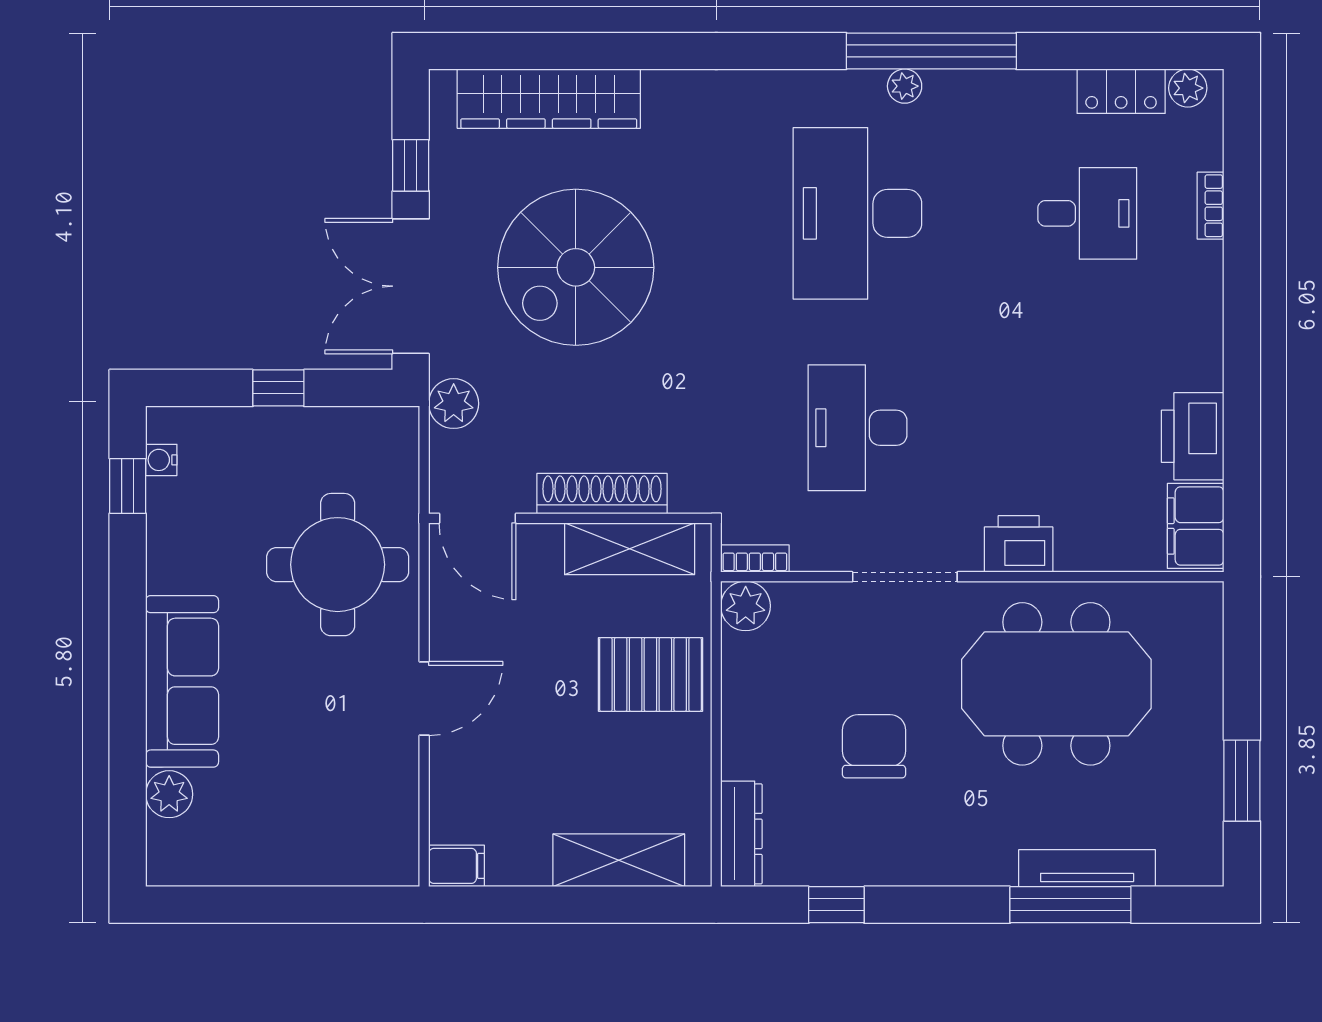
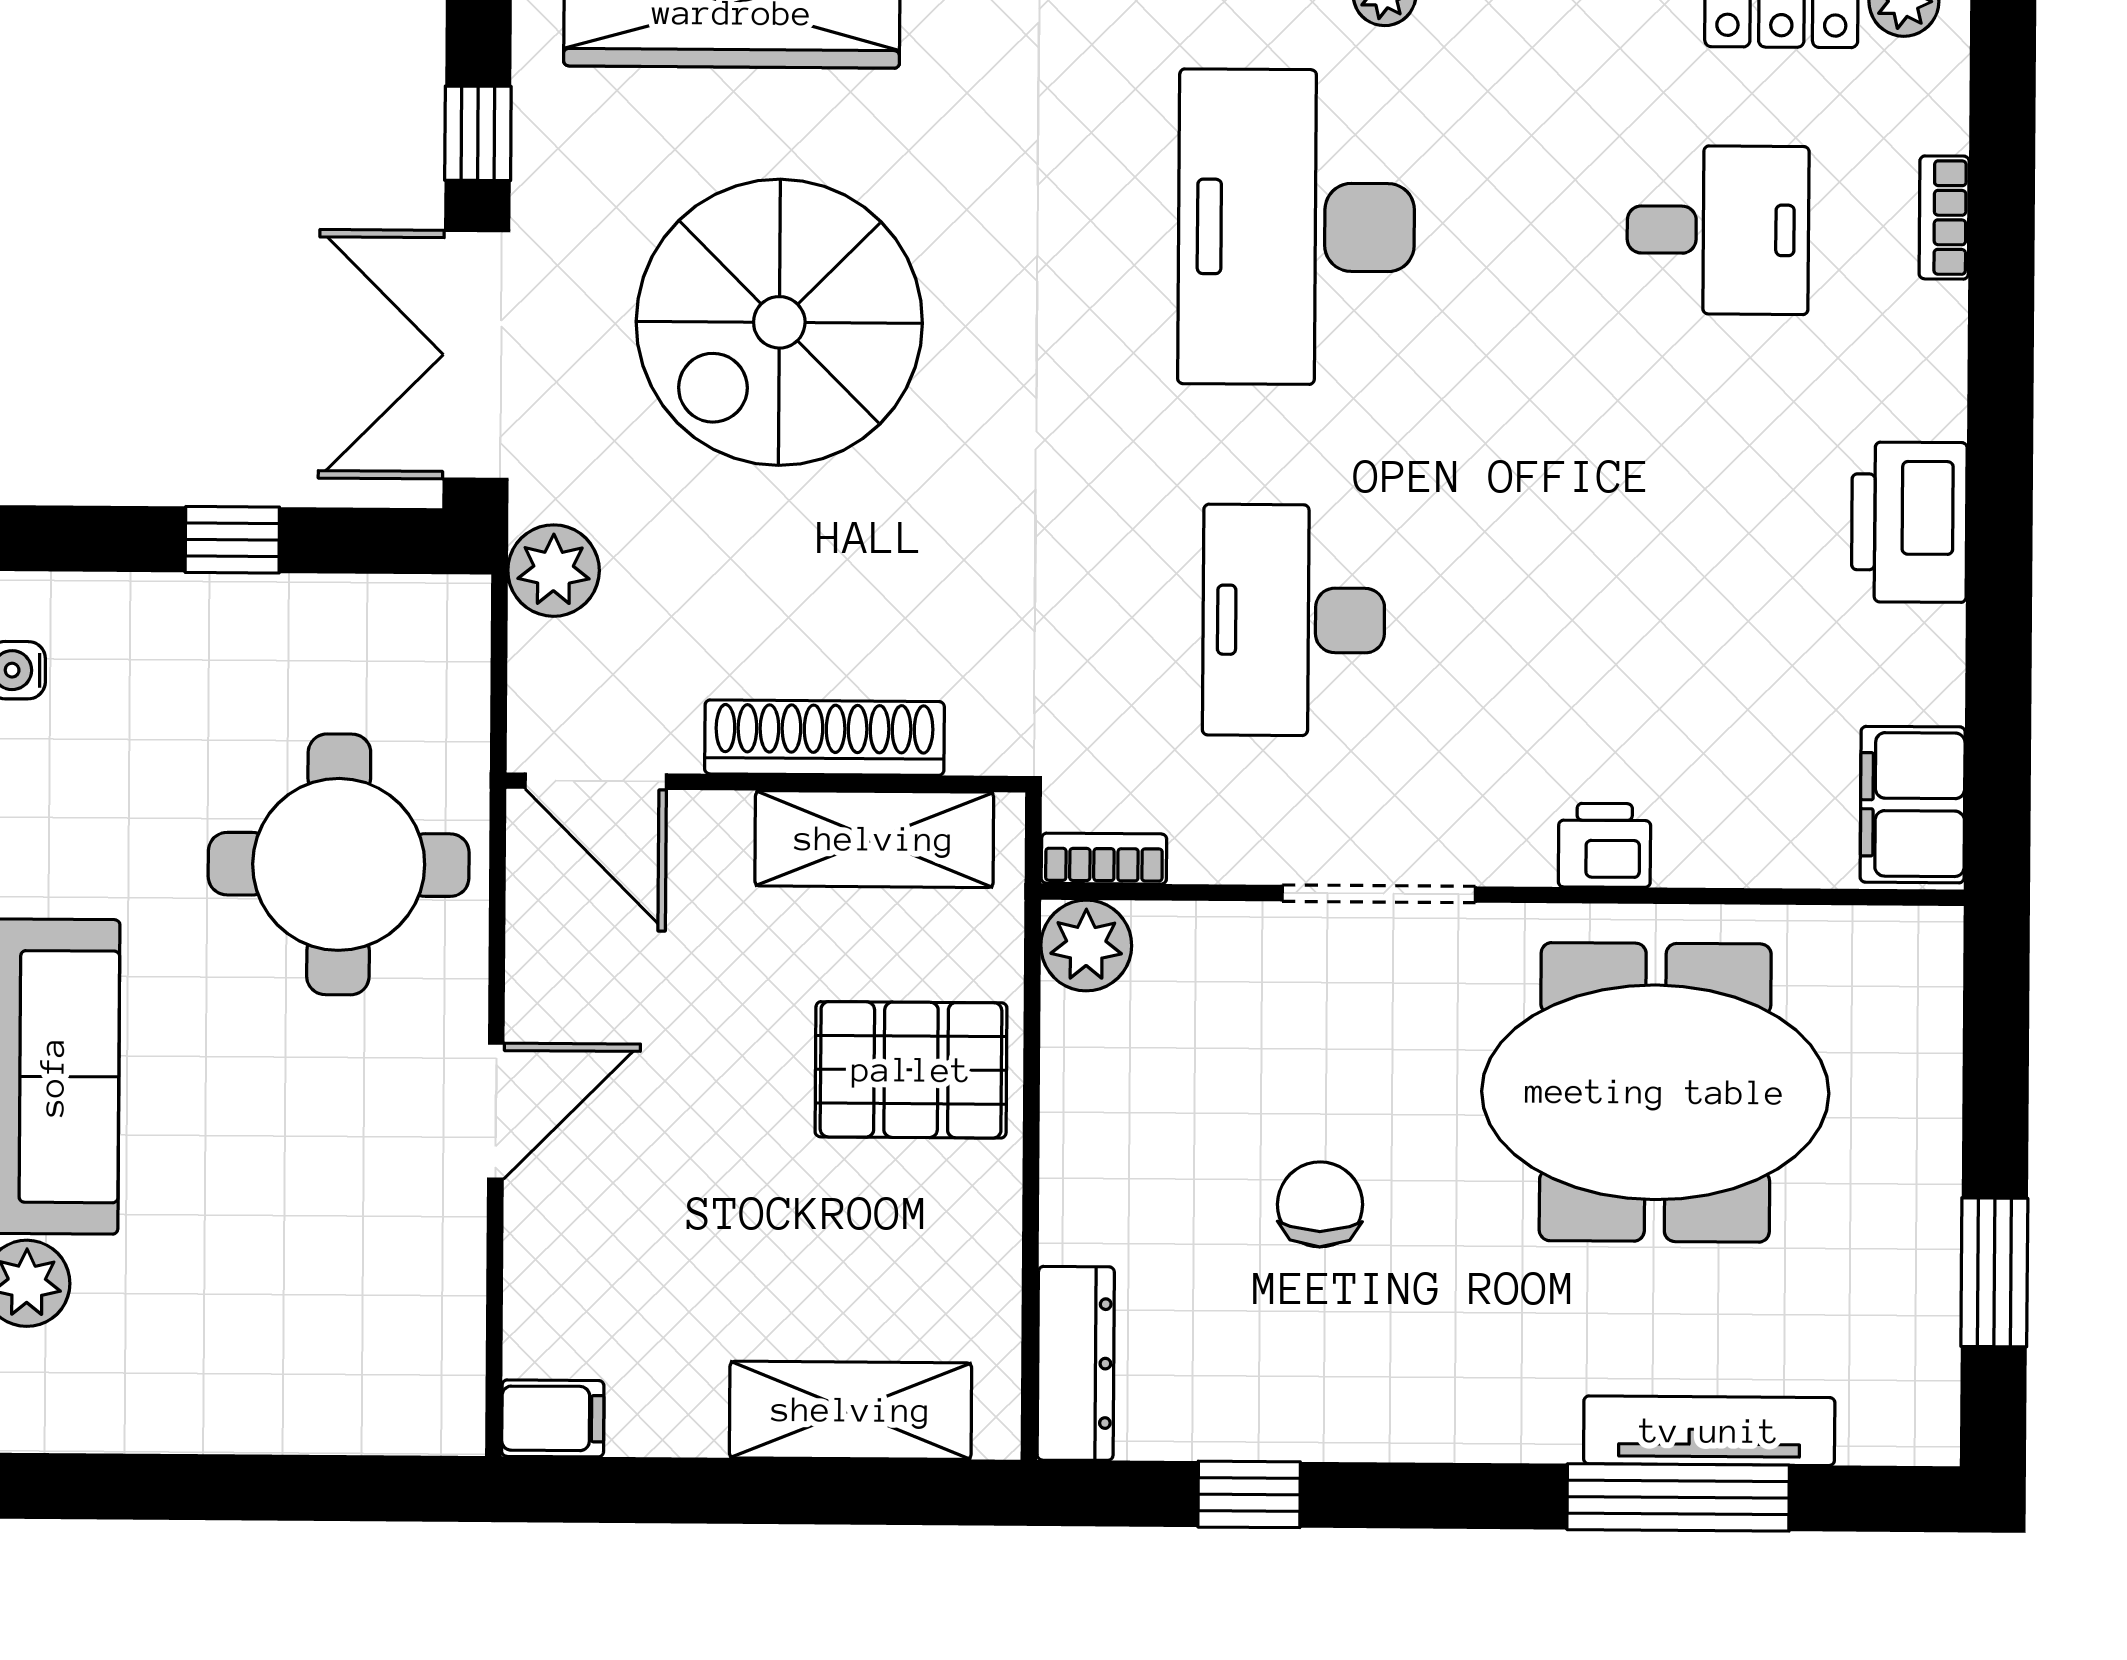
printer: (1193, 436) -> (1909, 522), moved
printer: (1019, 544) -> (1605, 845), width x0.73, depth x0.81
chair: (874, 746) -> (1320, 1204), width x0.73, depth x0.73

